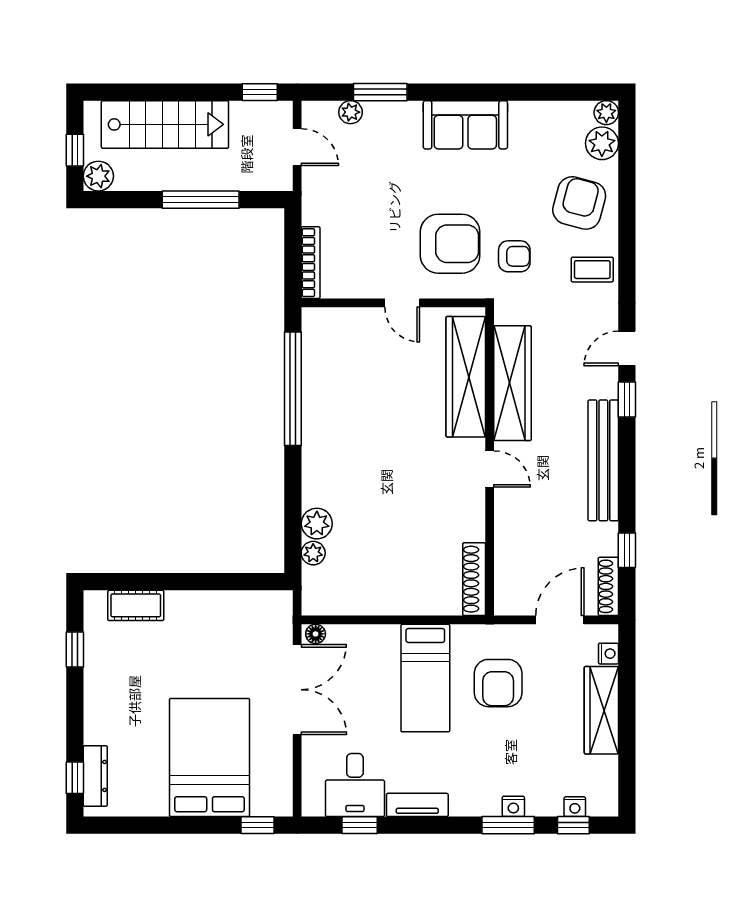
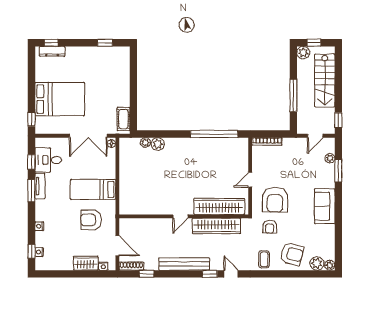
shoe rack: (474, 579) -> (134, 210), removed
cot: (136, 605) -> (123, 119), moved
wardrobe: (601, 710) -> (86, 263), width x0.67
window: (508, 825) -> (31, 191), moved

